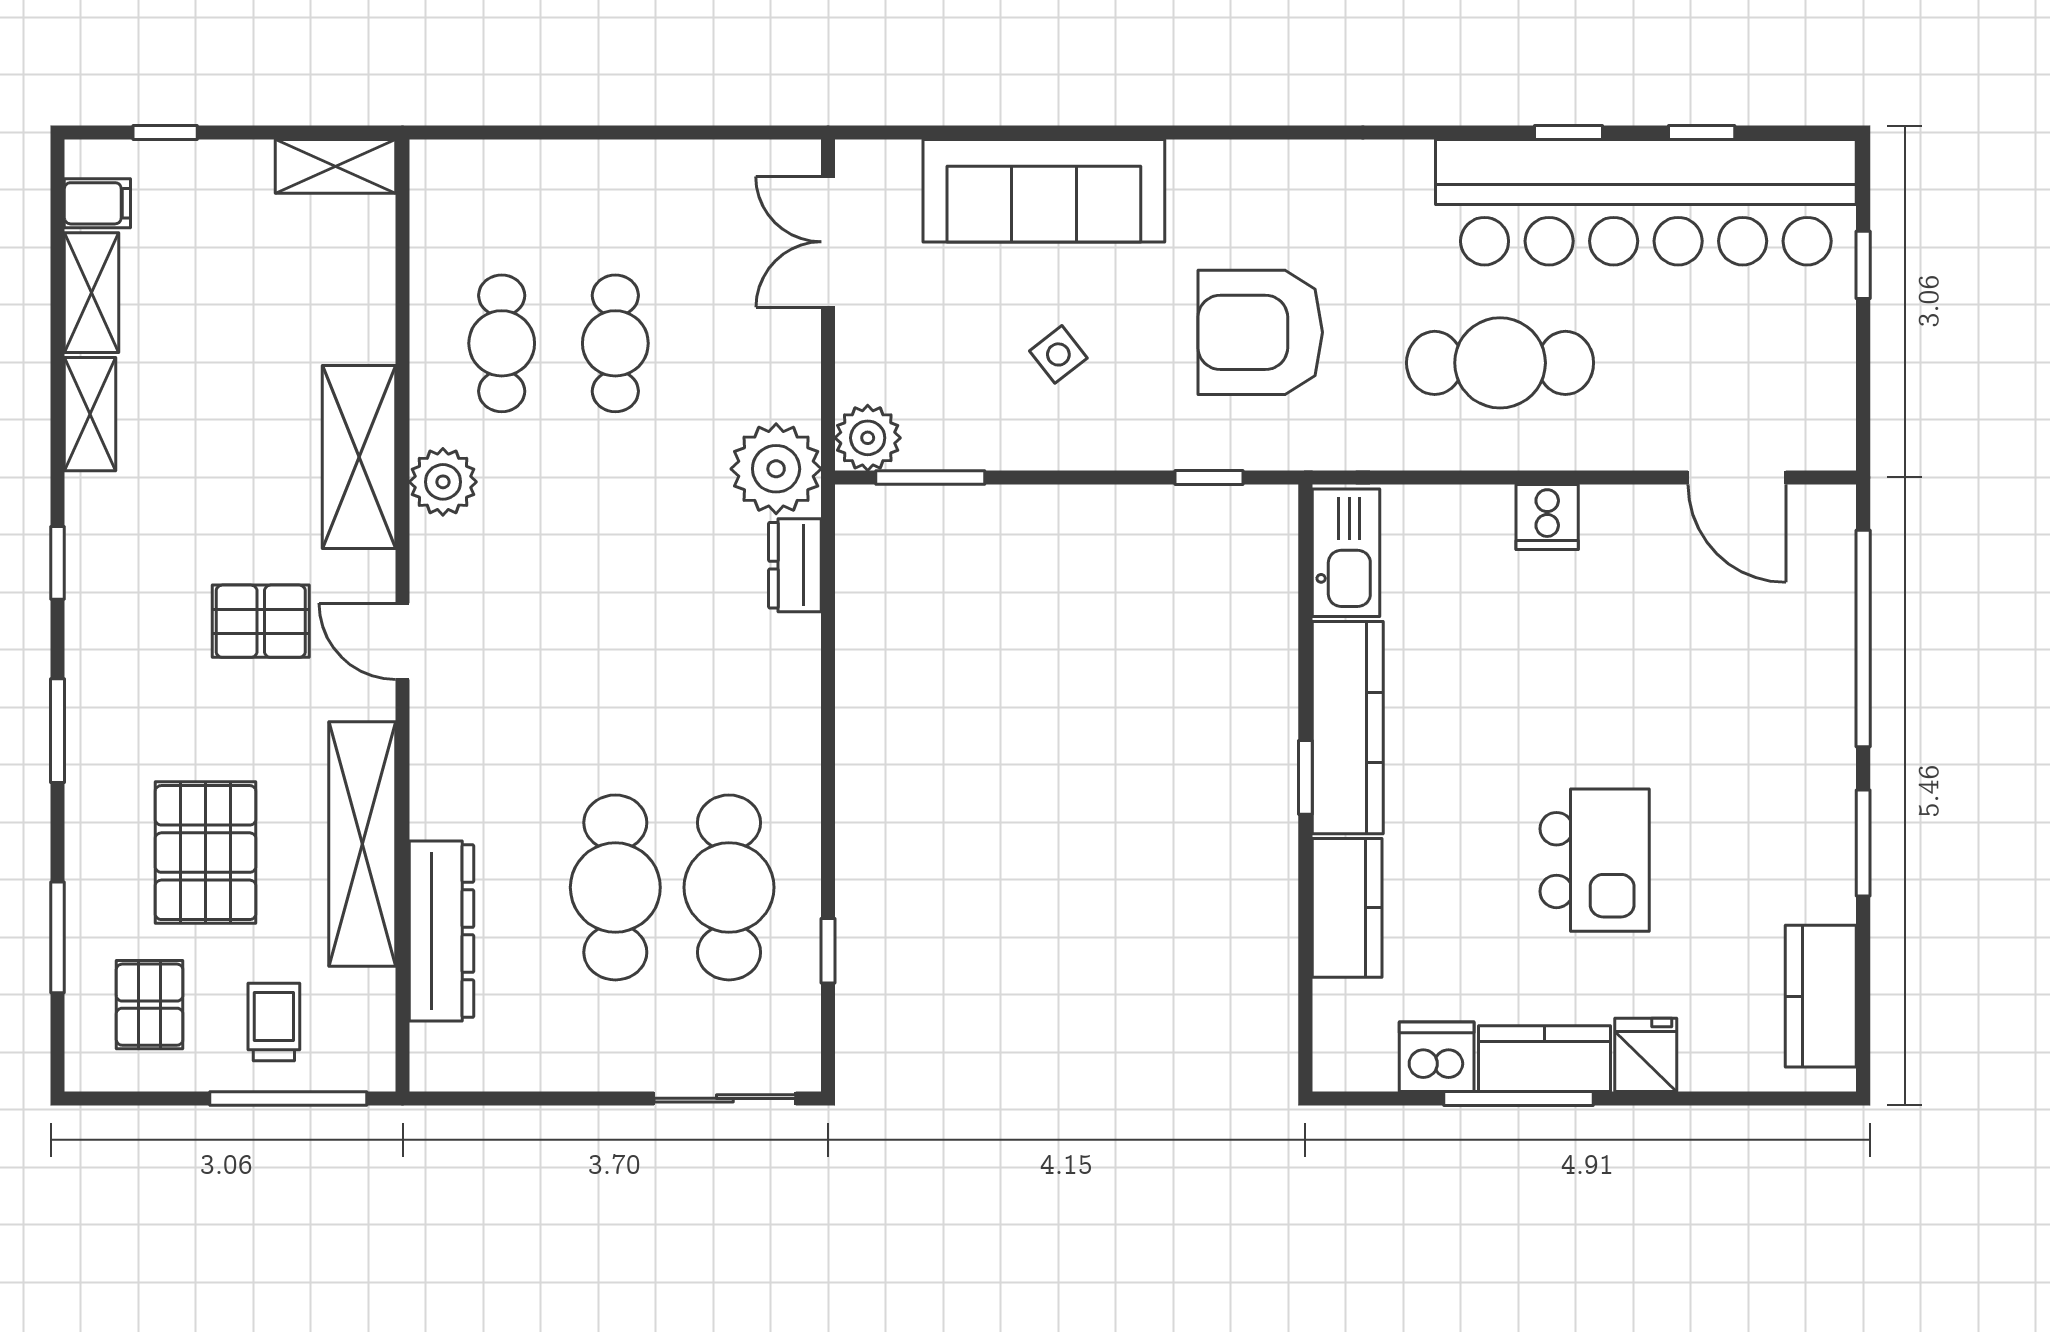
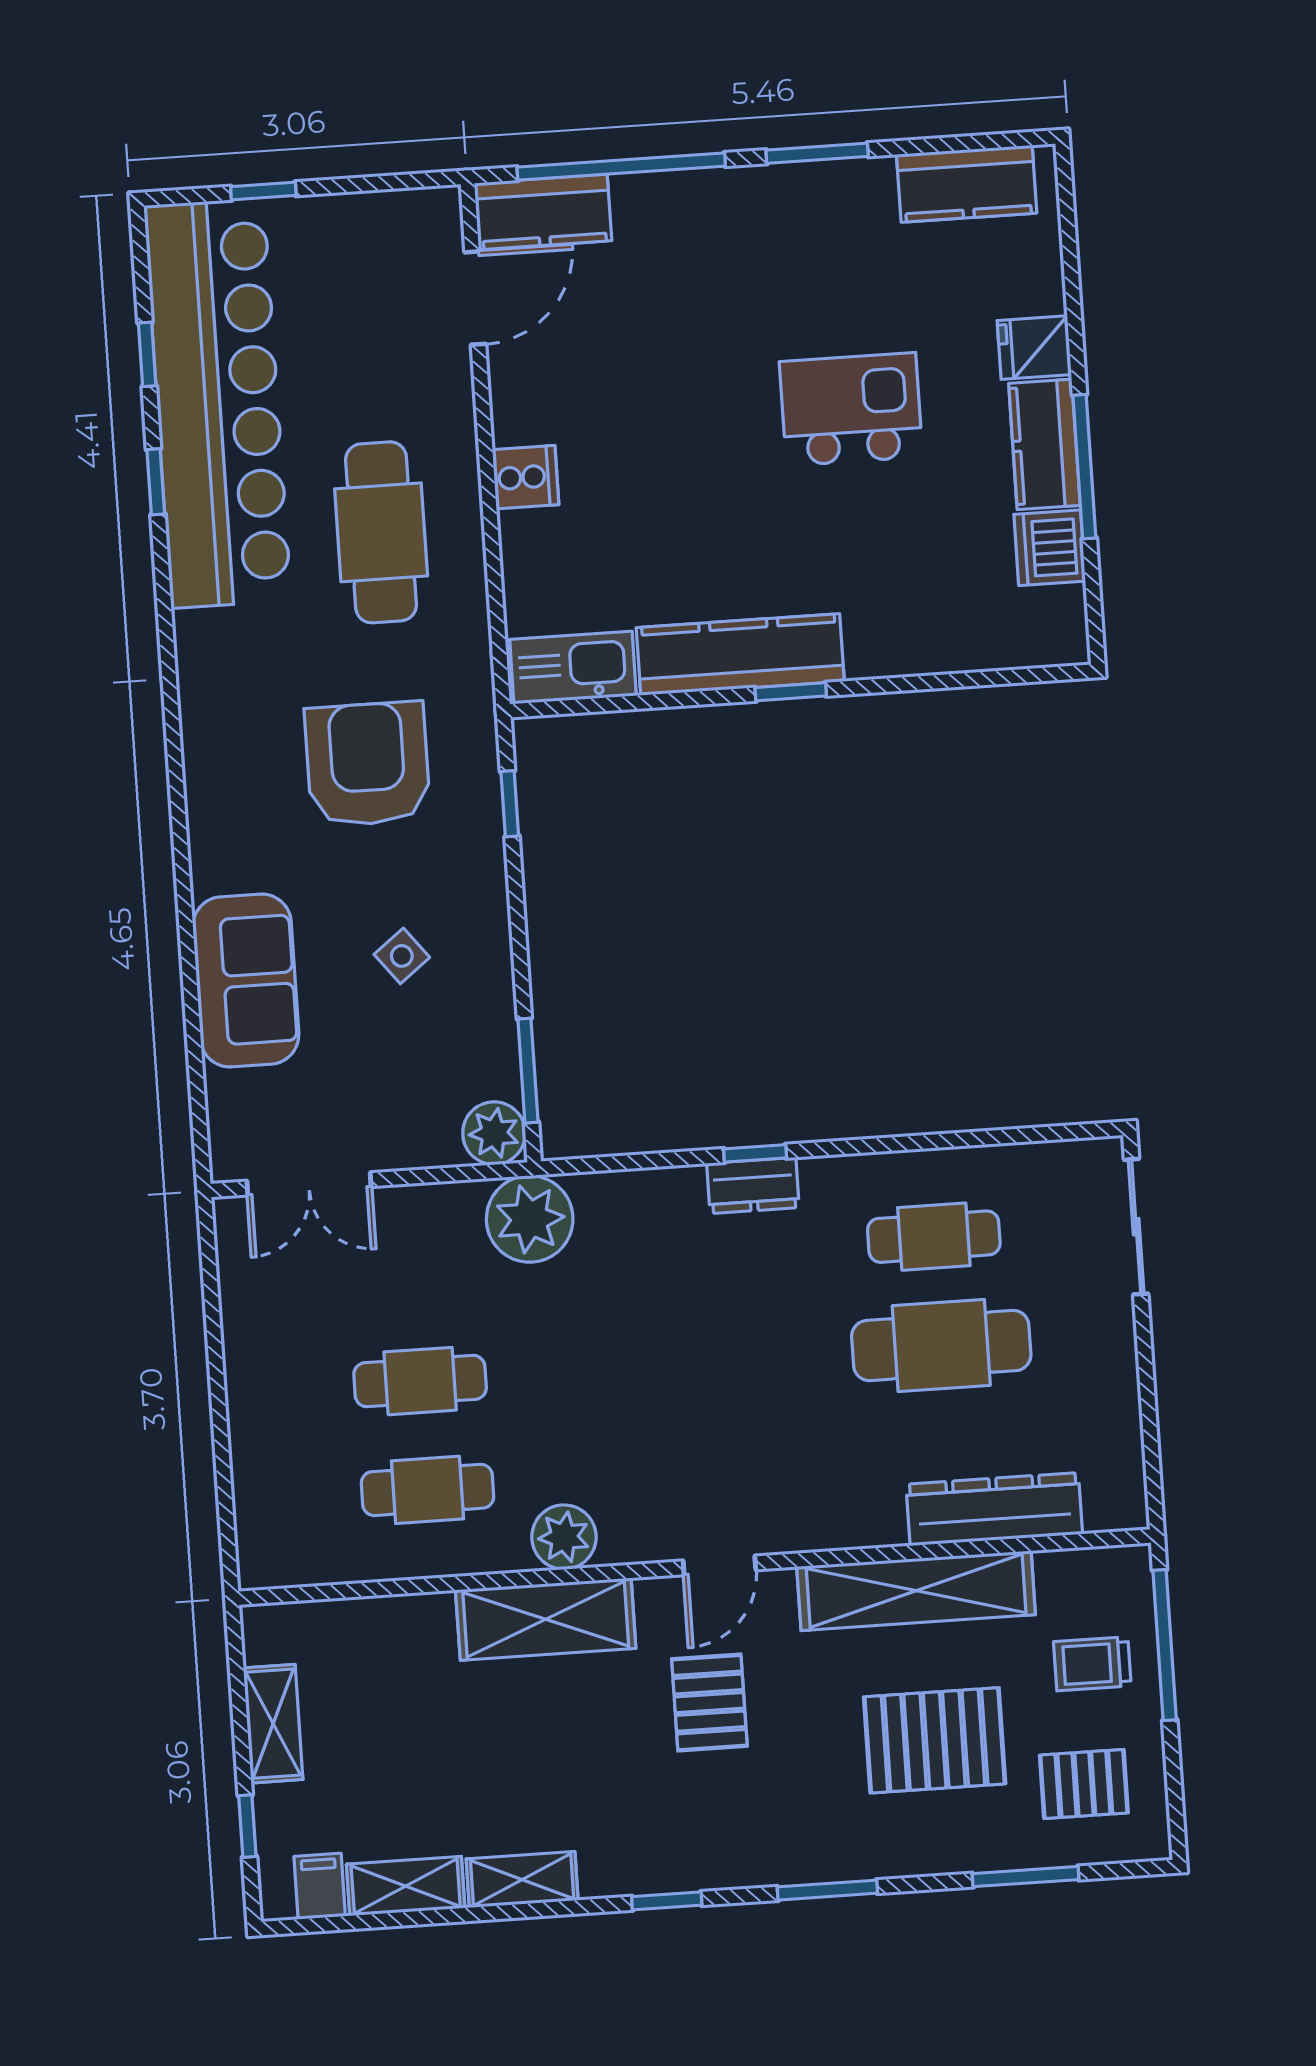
shelving: (336, 166) -> (273, 1724), moved
sofa: (1044, 191) -> (246, 981), width x0.73
armchair: (1260, 332) -> (367, 764), turned 180
dresser: (795, 565) -> (753, 1186), moved
cafe table: (729, 887) -> (934, 1237), width x0.73, depth x0.74
kitchen counter: (1347, 908) -> (543, 212), moved, turned 180
window: (828, 951) -> (755, 1153), moved

